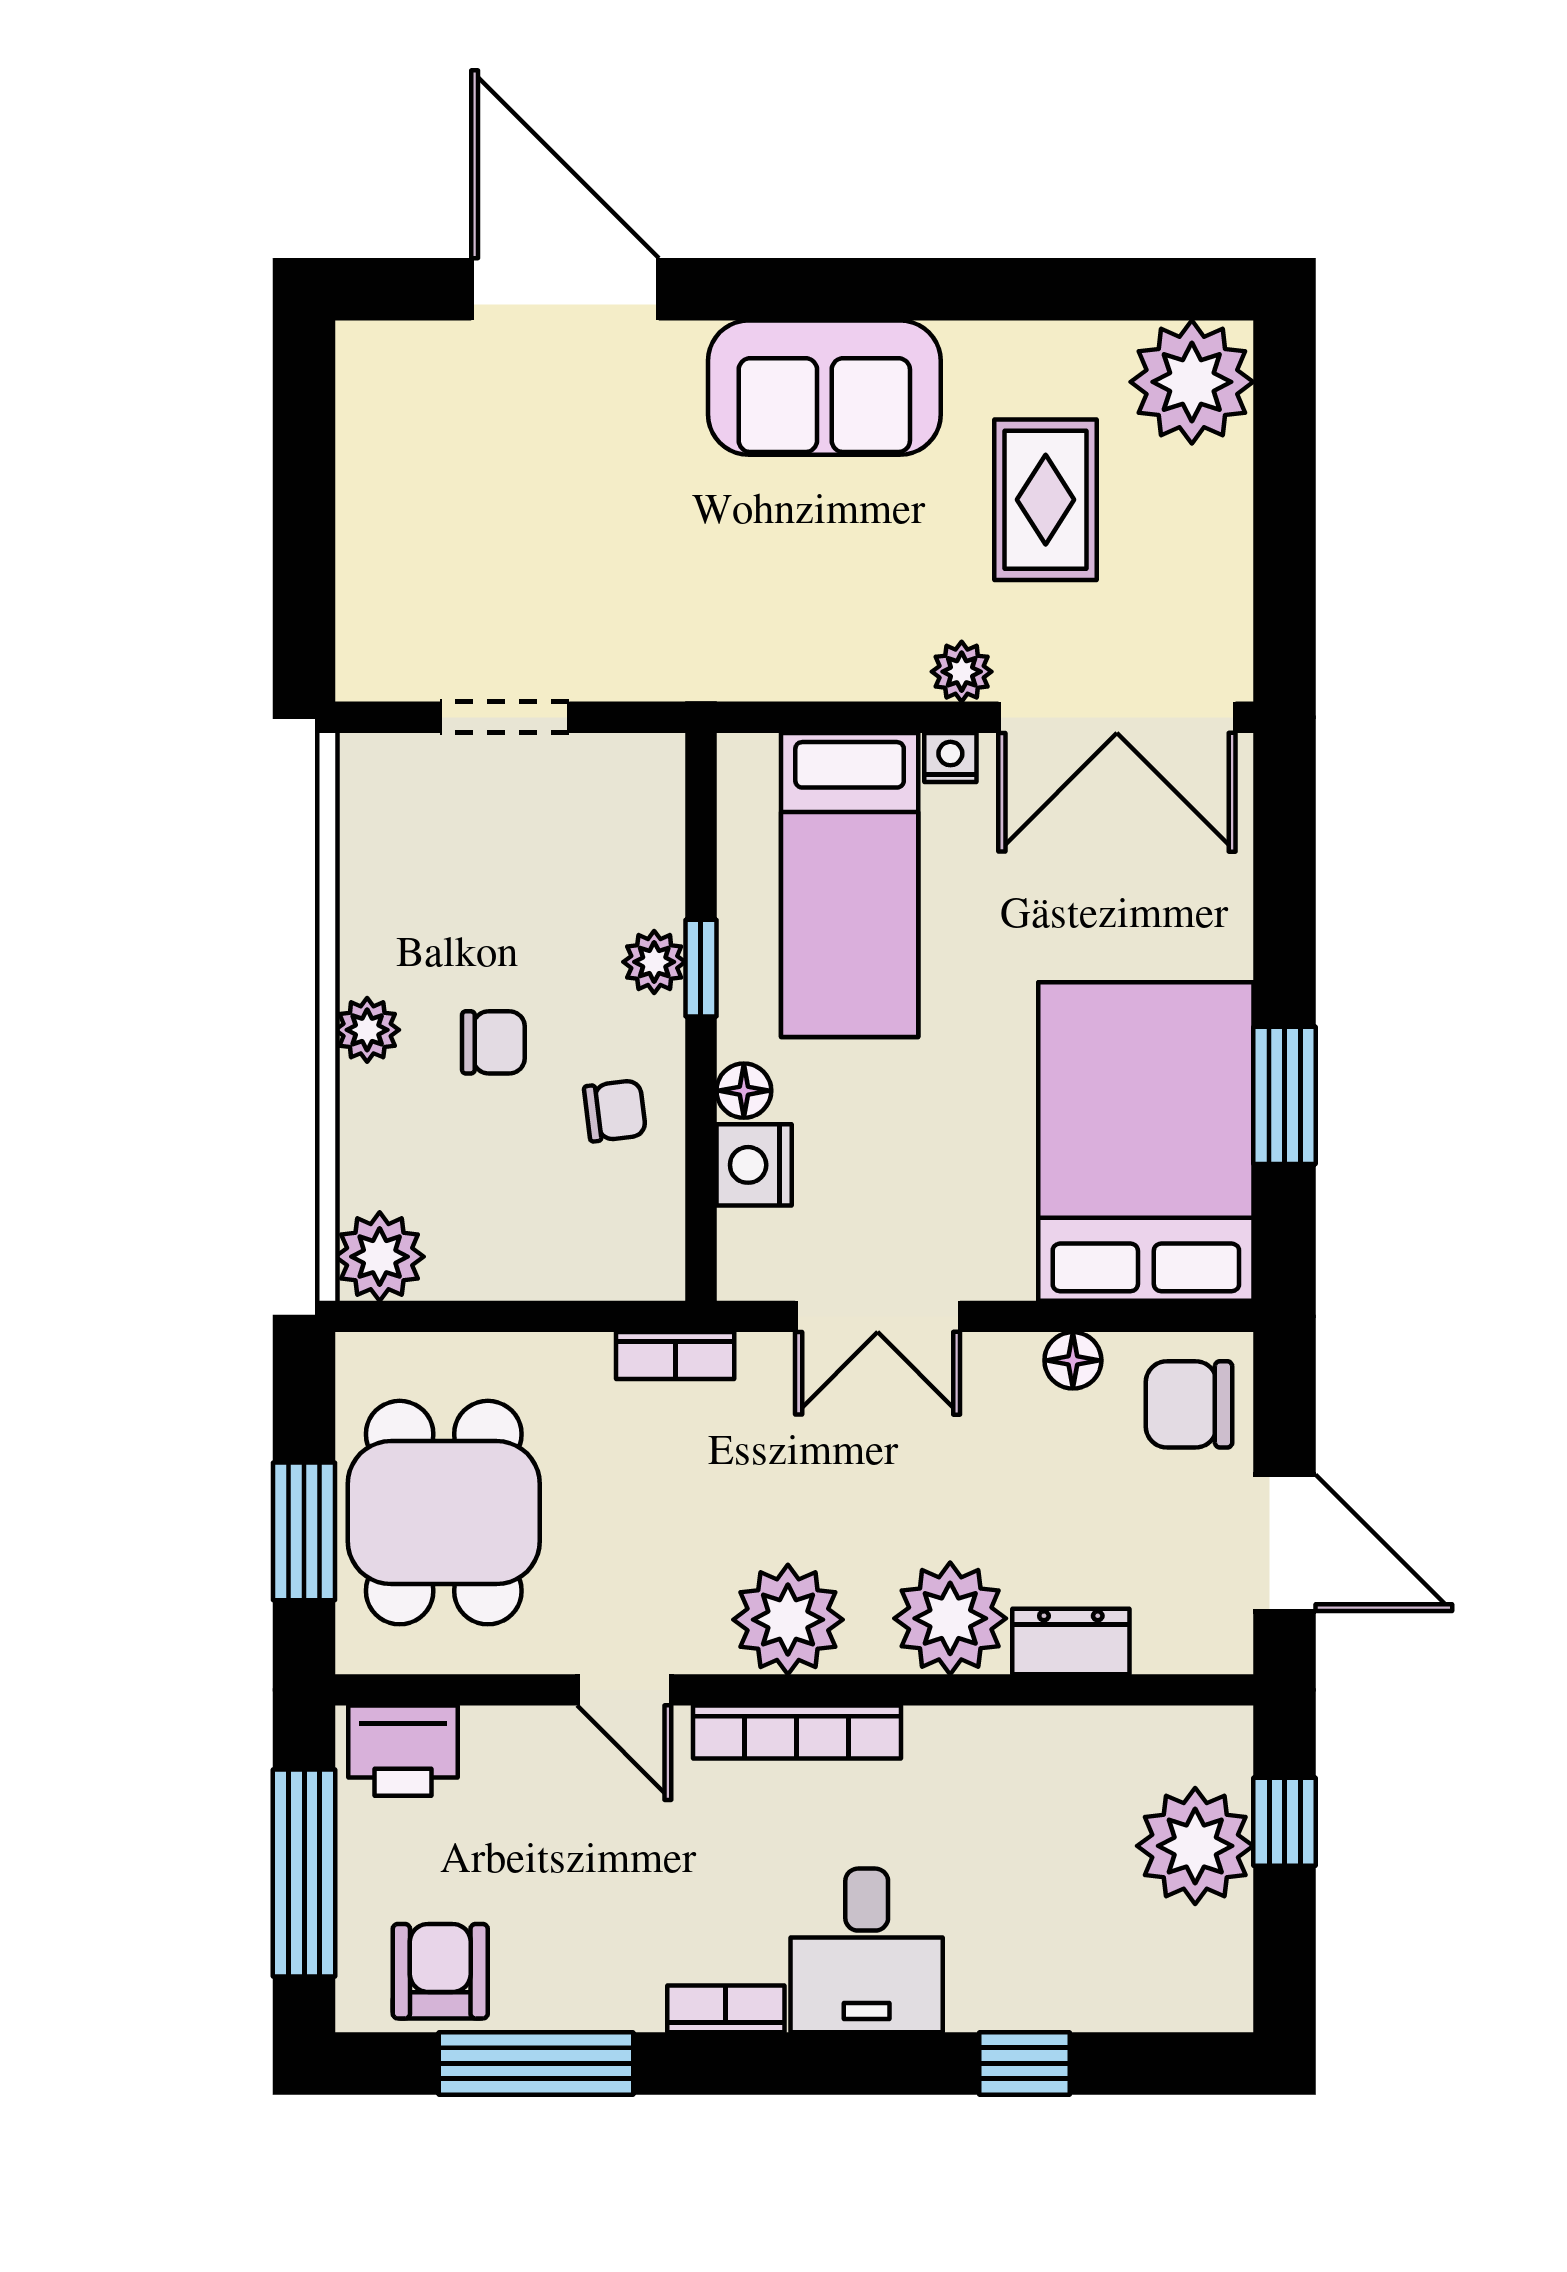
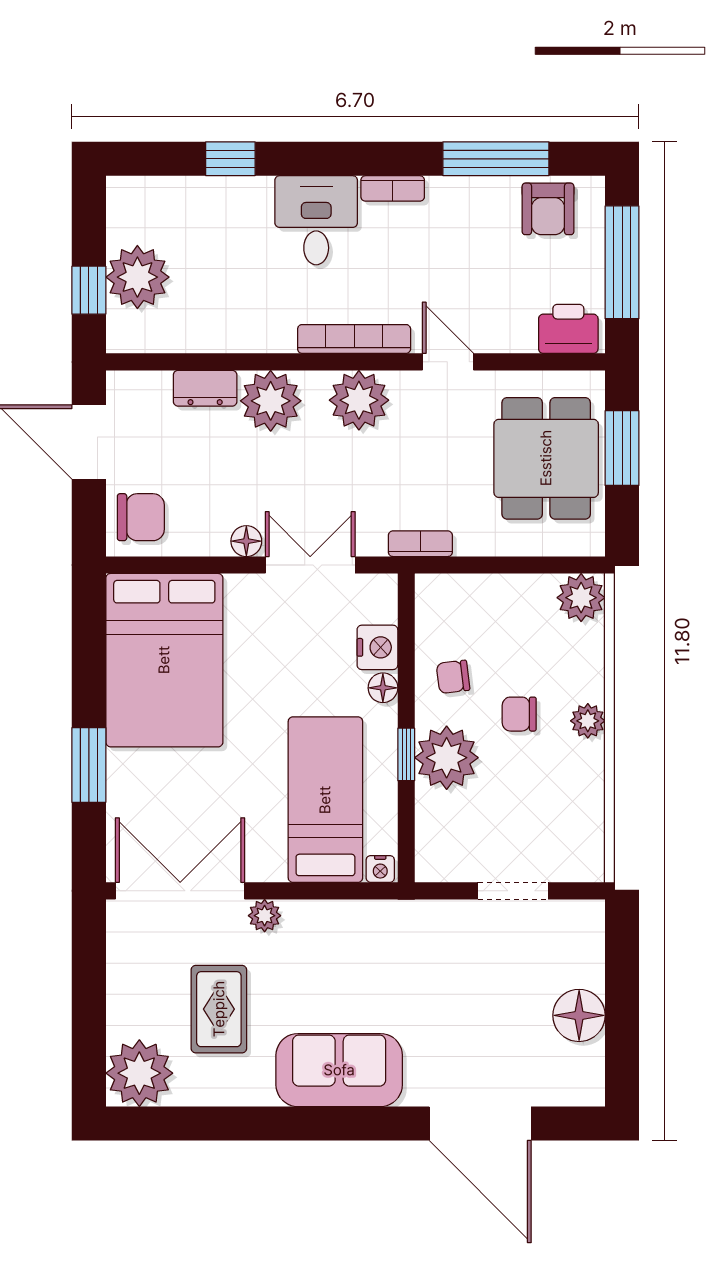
floor lamp: (383, 488) -> (579, 1015), added
nightstand: (950, 757) -> (380, 869), moved
plant: (654, 962) -> (447, 758), width x1.87, depth x1.87
window: (1285, 1095) -> (89, 765), moved
floor lamp: (1073, 1360) -> (246, 541), moved

